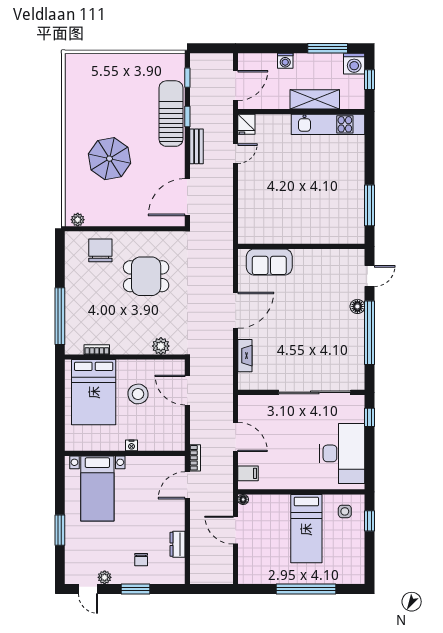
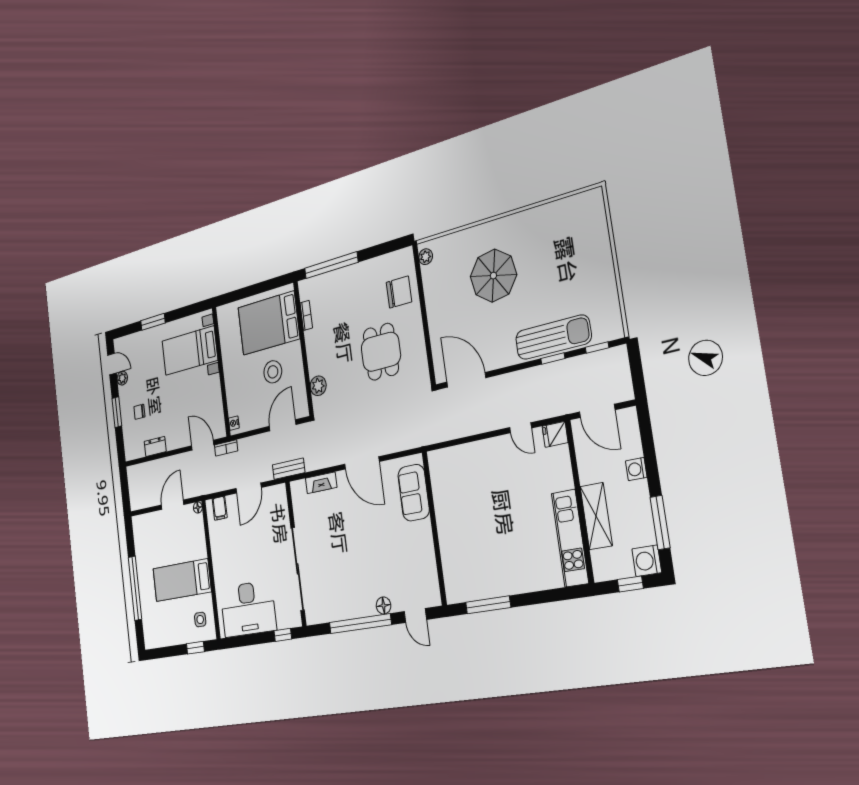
bench: (196, 146) -> (289, 469), moved
nightstand: (131, 445) -> (234, 423), moved
door: (88, 589) -> (112, 364), swing flipped

